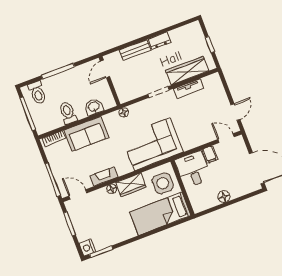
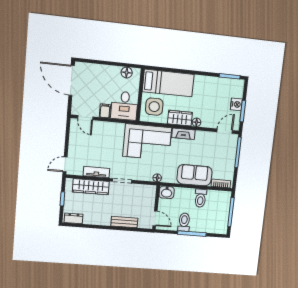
dresser: (160, 41) -> (74, 218), moved
door: (105, 69) -> (155, 218), hinge flipped
toilet: (37, 93) -> (184, 222), moved
washbasin: (94, 107) -> (167, 192), moved
door: (235, 112) -> (65, 164), moved
fireplace: (104, 176) -> (183, 134), moved
door: (78, 194) -> (225, 131), swing flipped
floor lamp: (224, 197) -> (127, 73), moved
nightstand: (87, 248) -> (236, 104), moved

